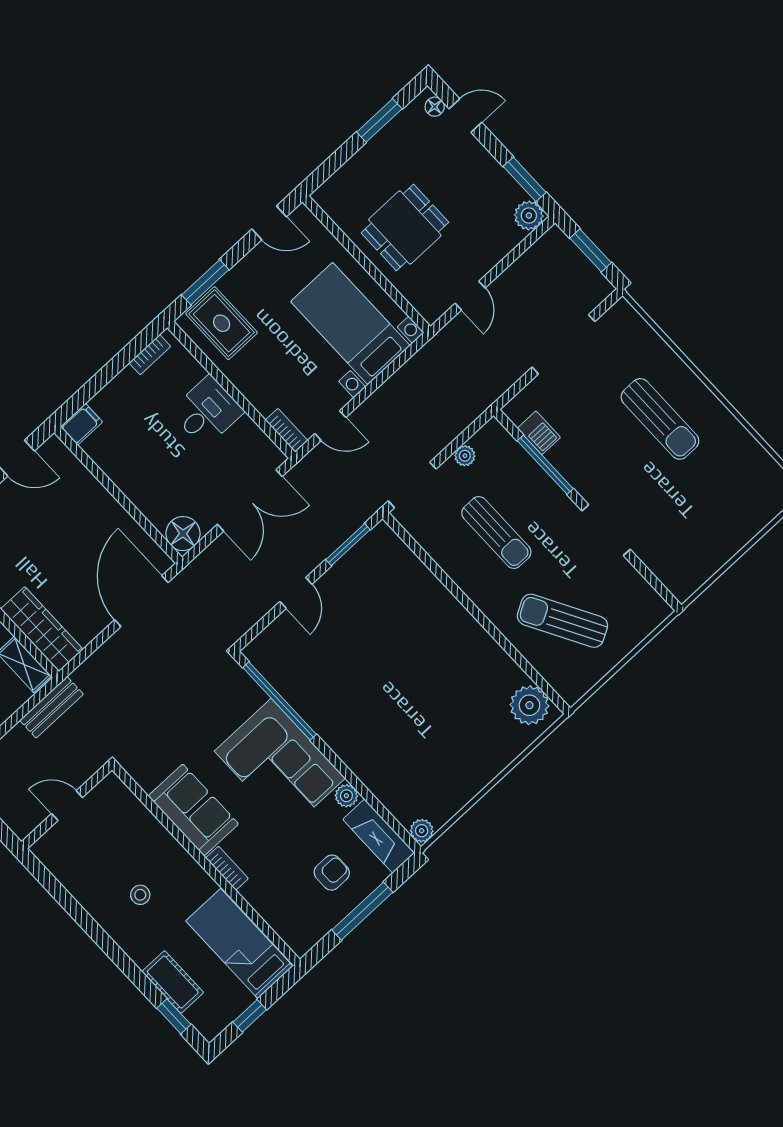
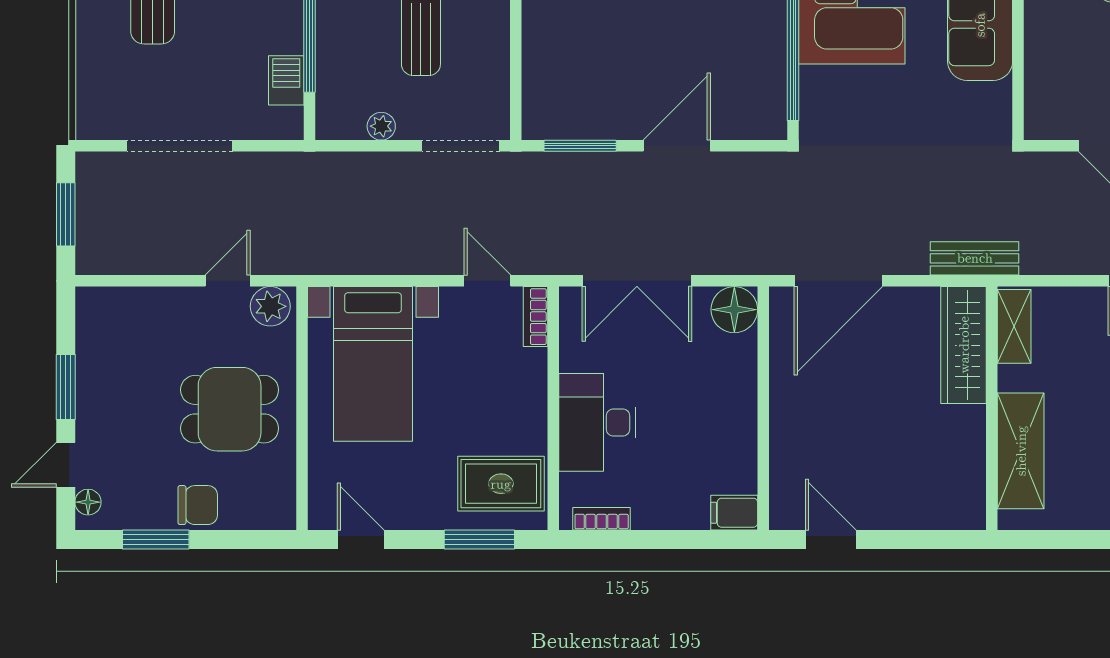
door: (465, 116) -> (66, 465), hinge flipped
chair: (374, 160) -> (198, 505), added
window: (525, 179) -> (66, 387), moved
plant: (529, 216) -> (270, 306), moved
rug: (222, 323) -> (501, 484), turned 90
desk: (207, 411) -> (597, 422), width x1.37
double door: (250, 500) -> (637, 281), swing flipped
door: (296, 593) -> (677, 146), width x1.38
bench: (51, 707) -> (975, 258), moved

